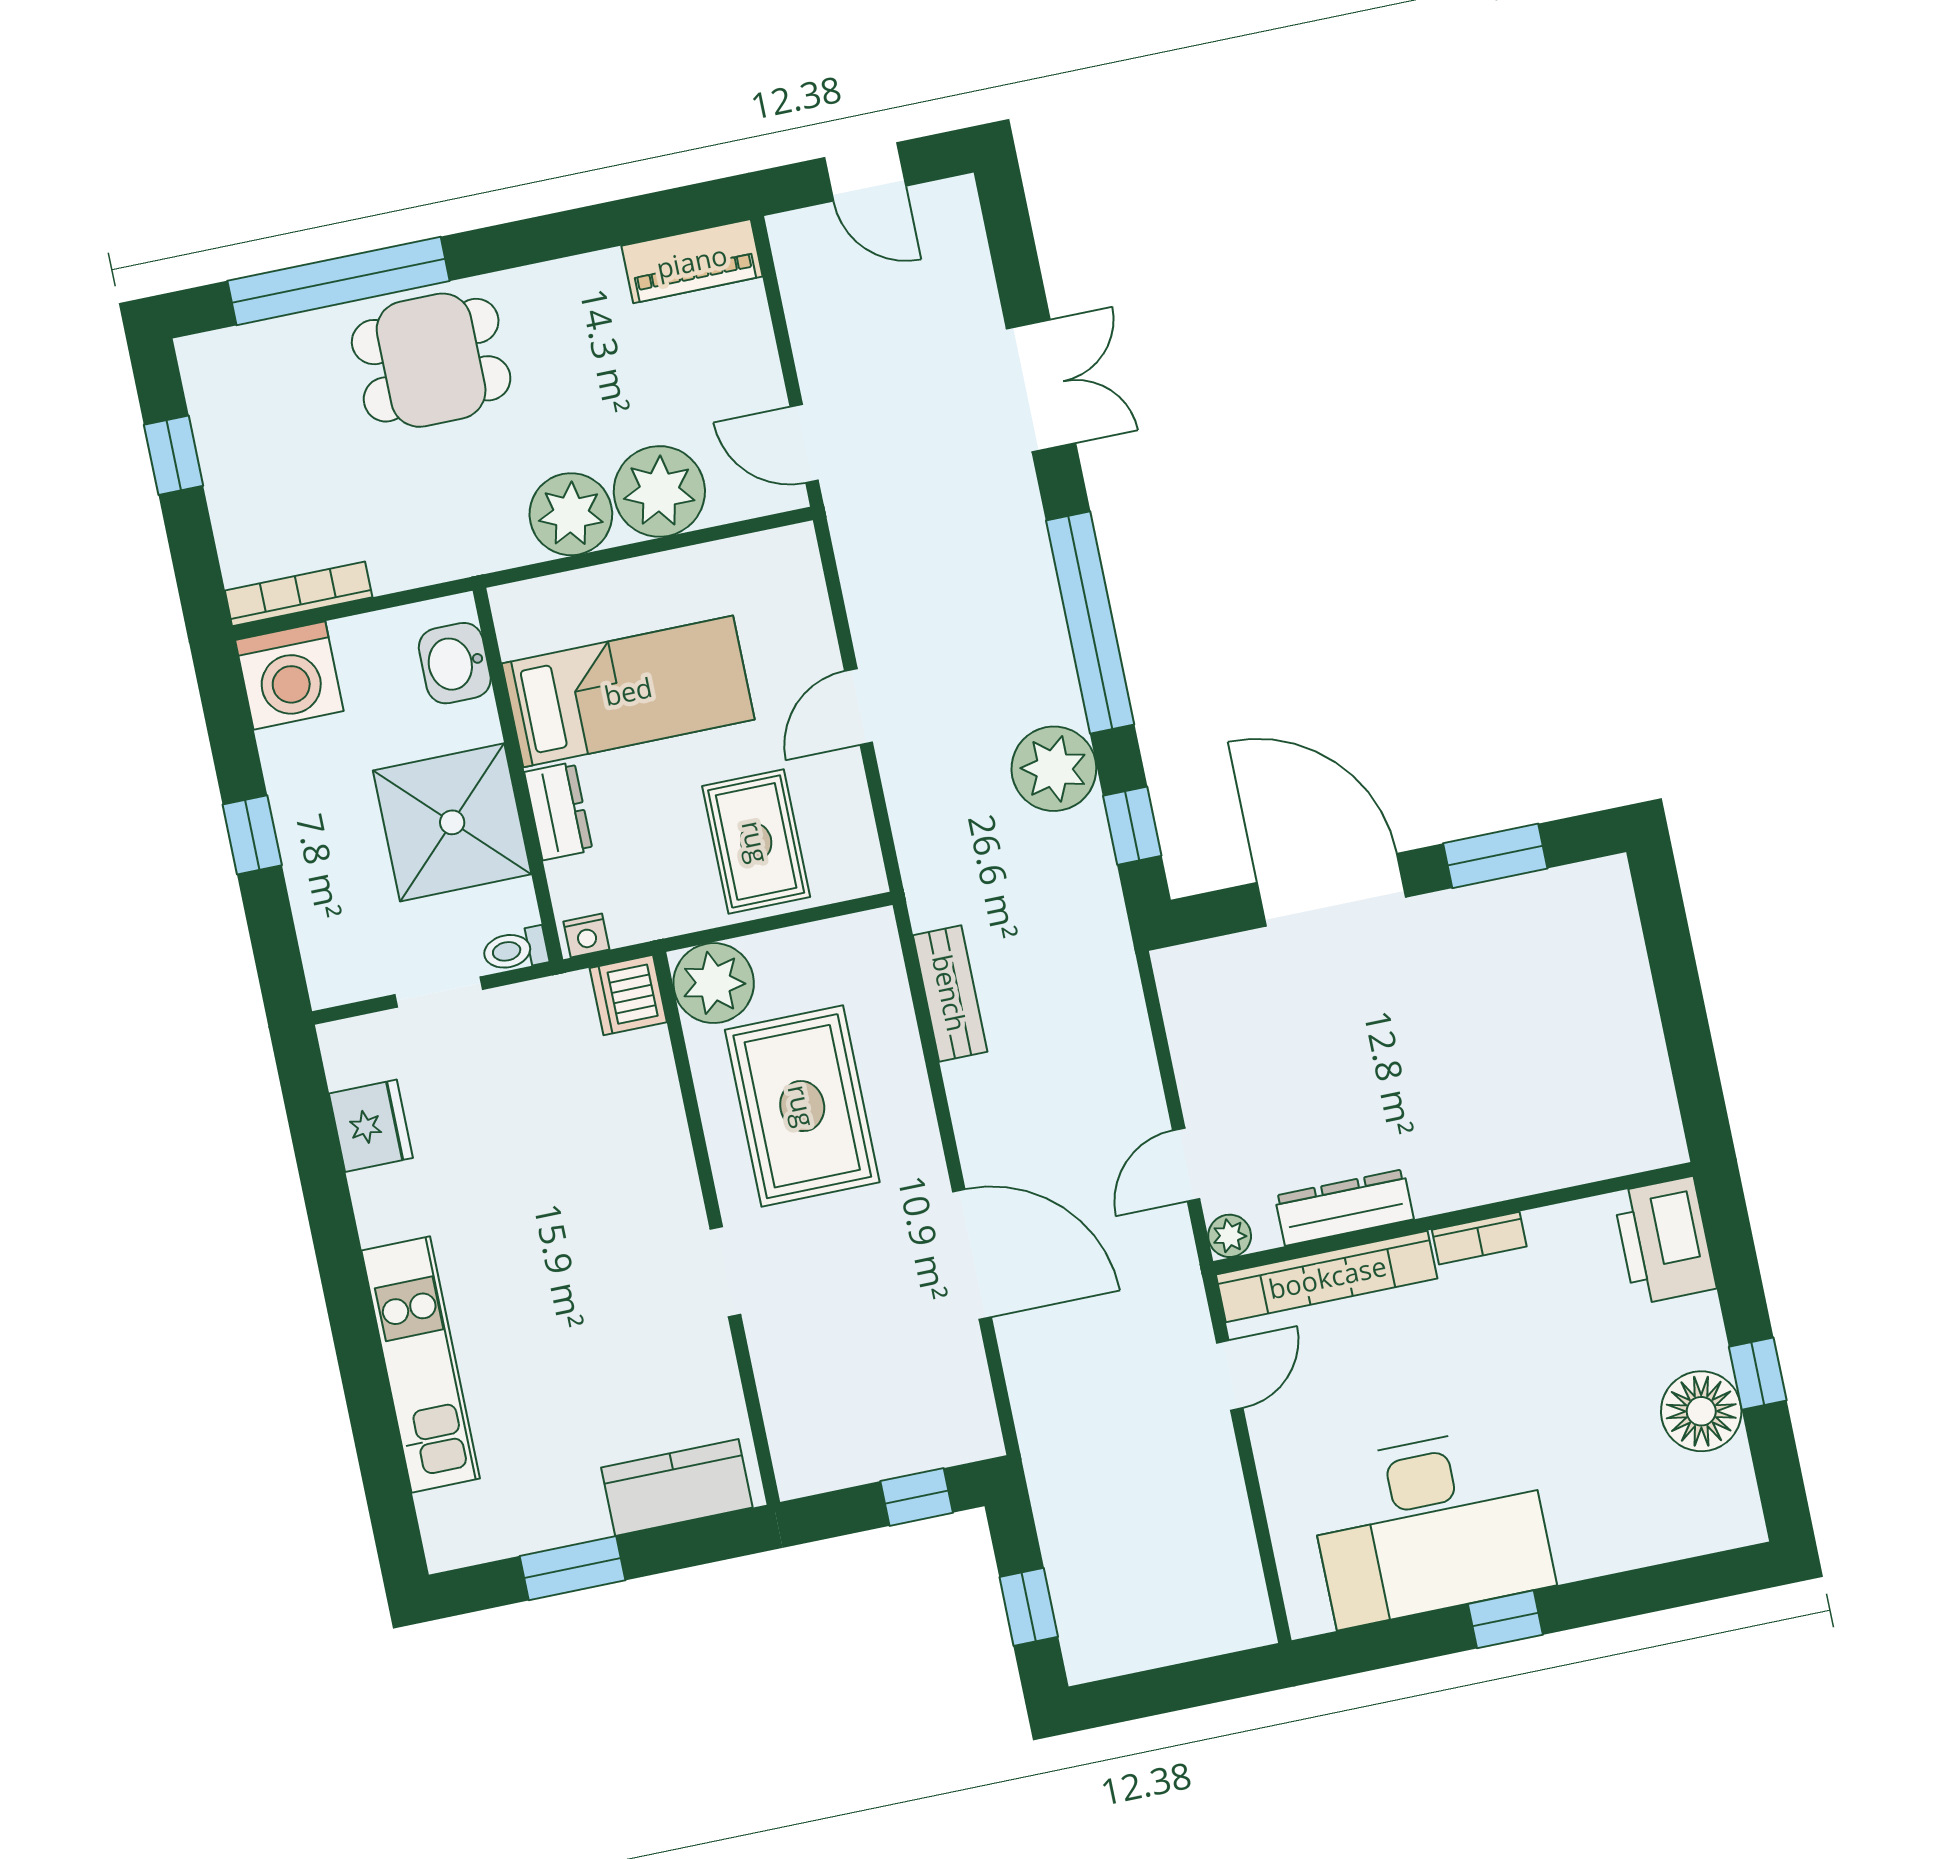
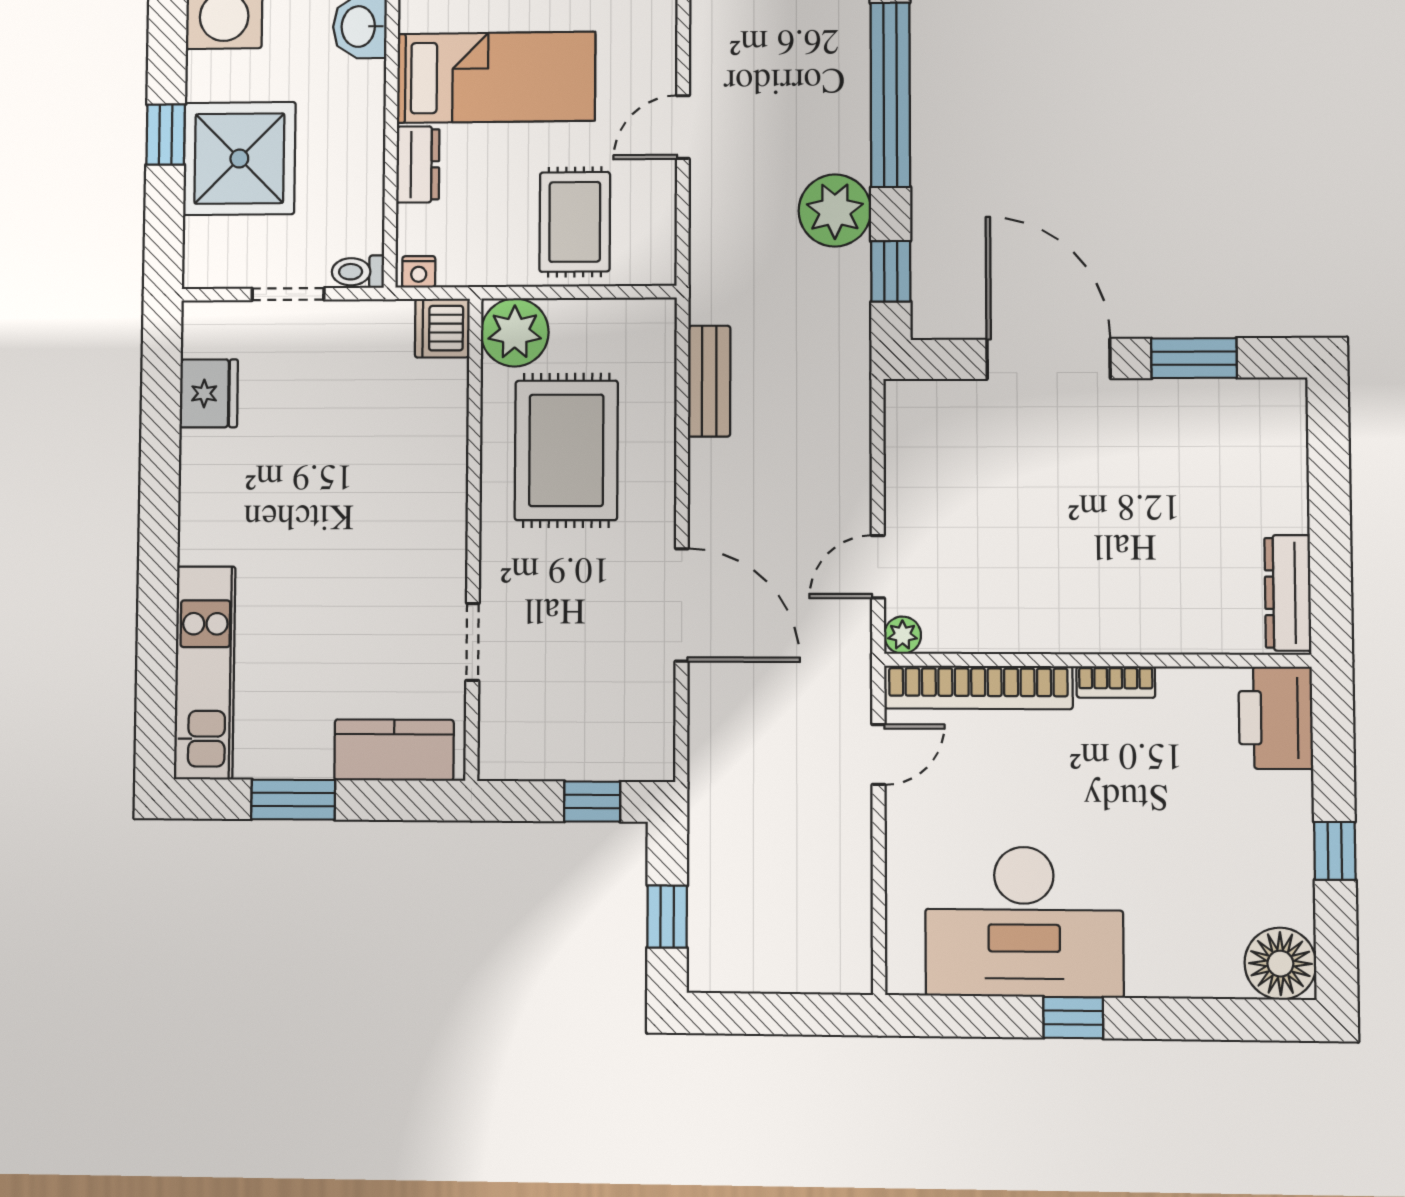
shower: (452, 822) -> (239, 159), moved
dresser: (1344, 1208) -> (1288, 593), moved, turned -90
doorway: (725, 1272) -> (473, 642), moved
kitchen unit: (421, 1365) -> (205, 673), moved
floor lamp: (1701, 1411) -> (1280, 964), moved

